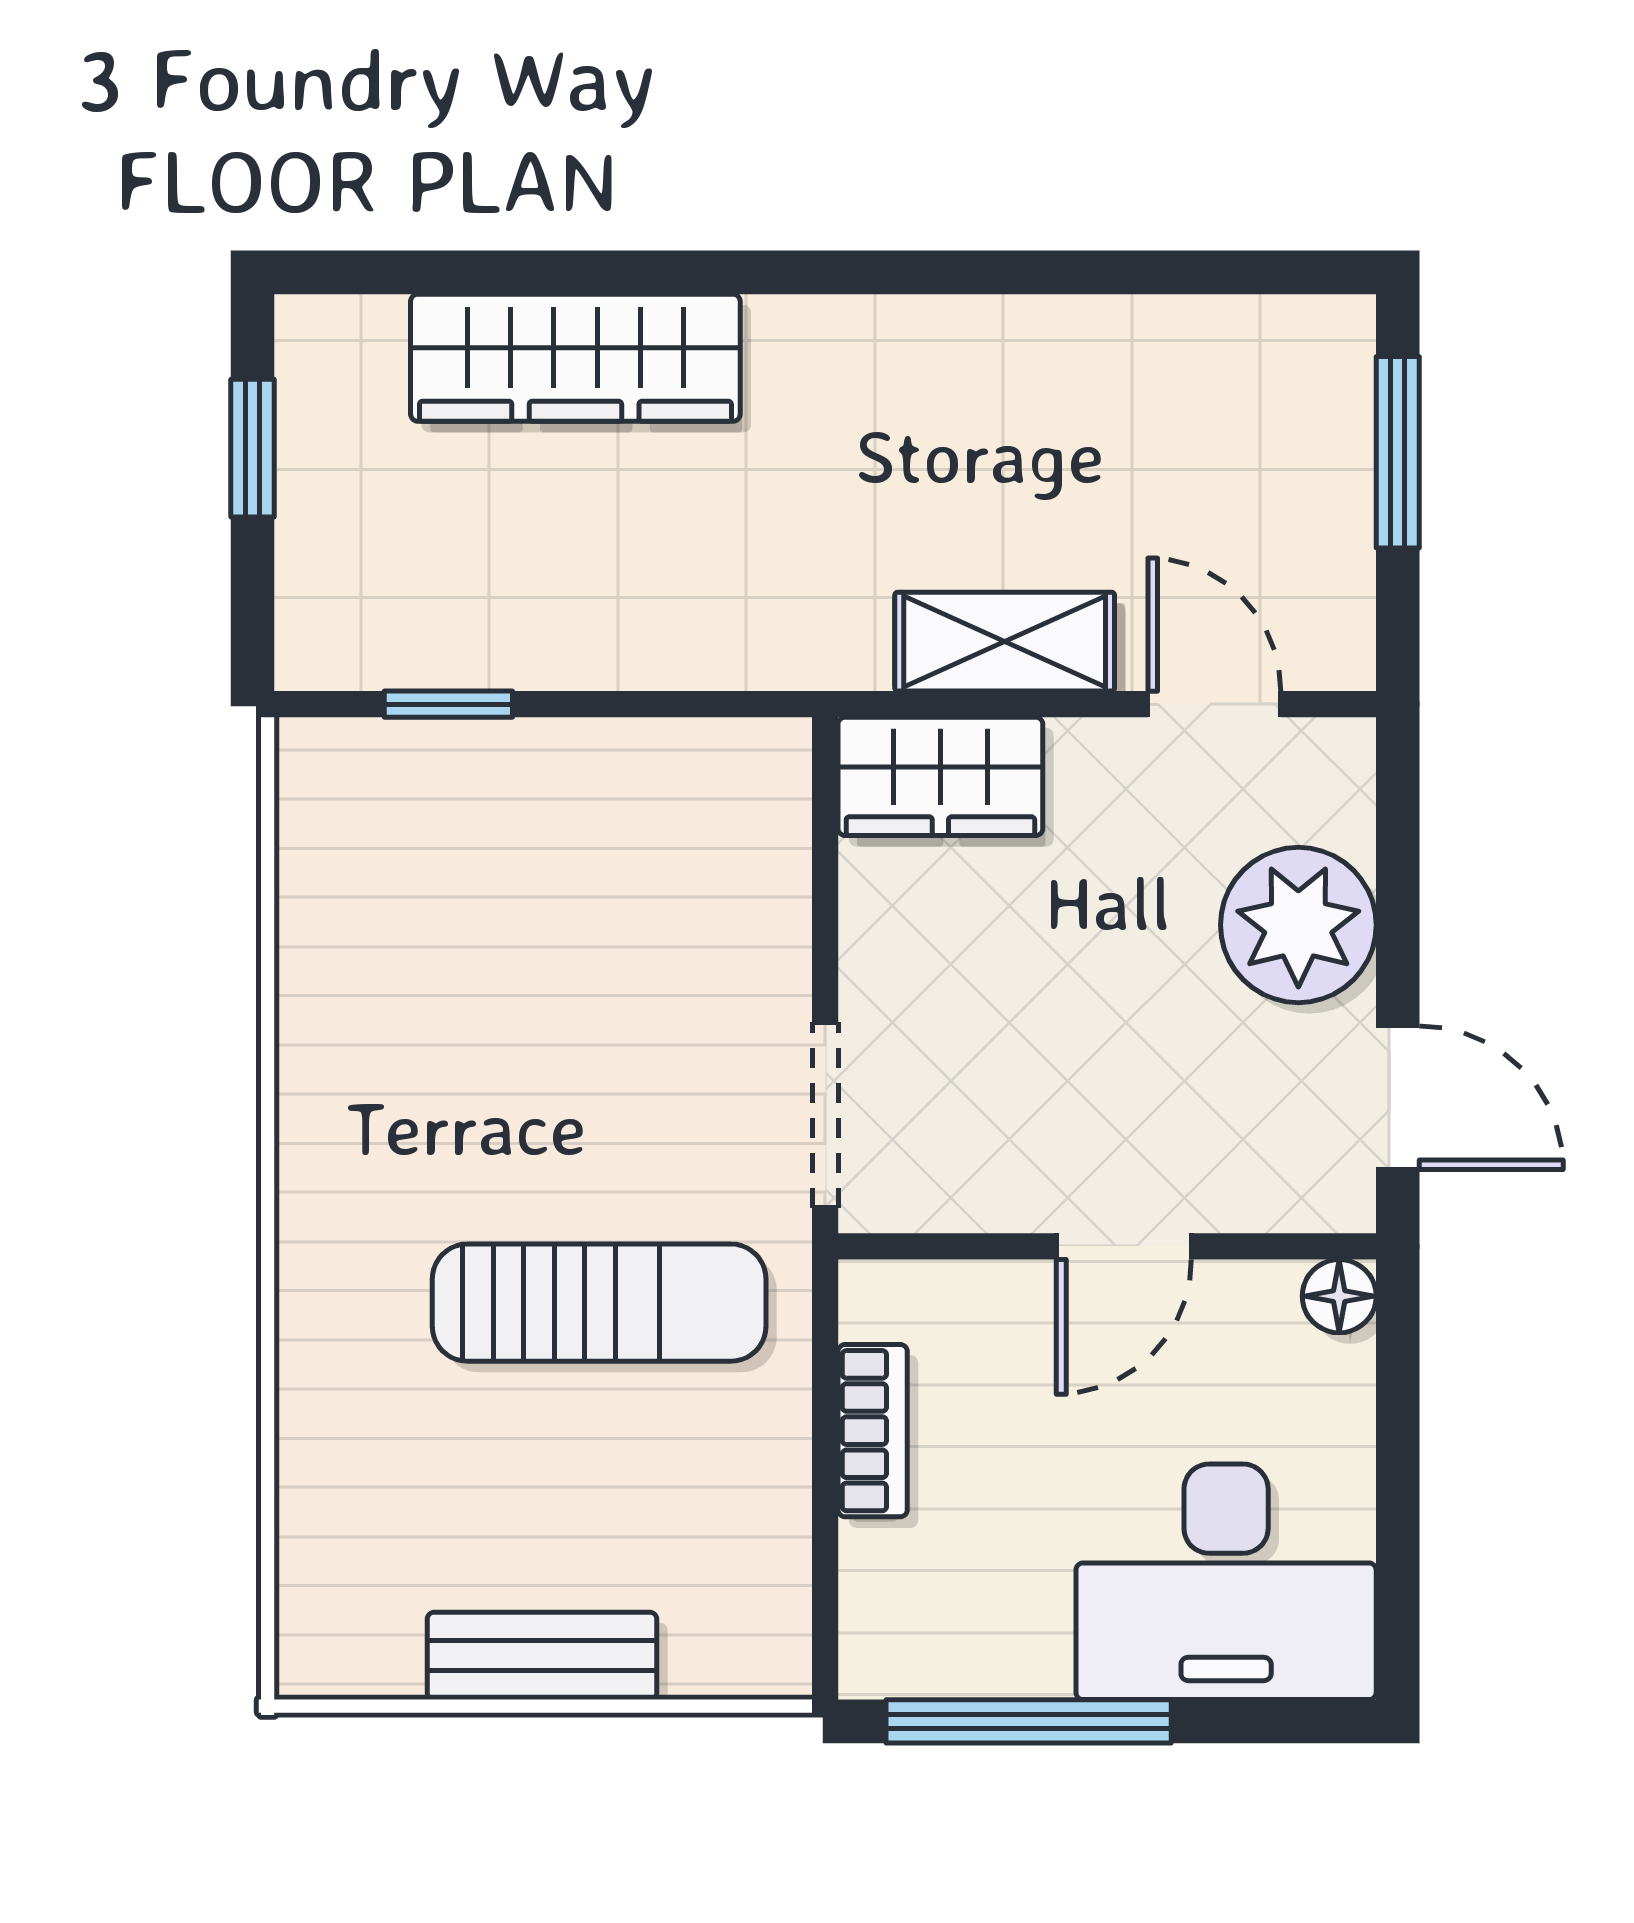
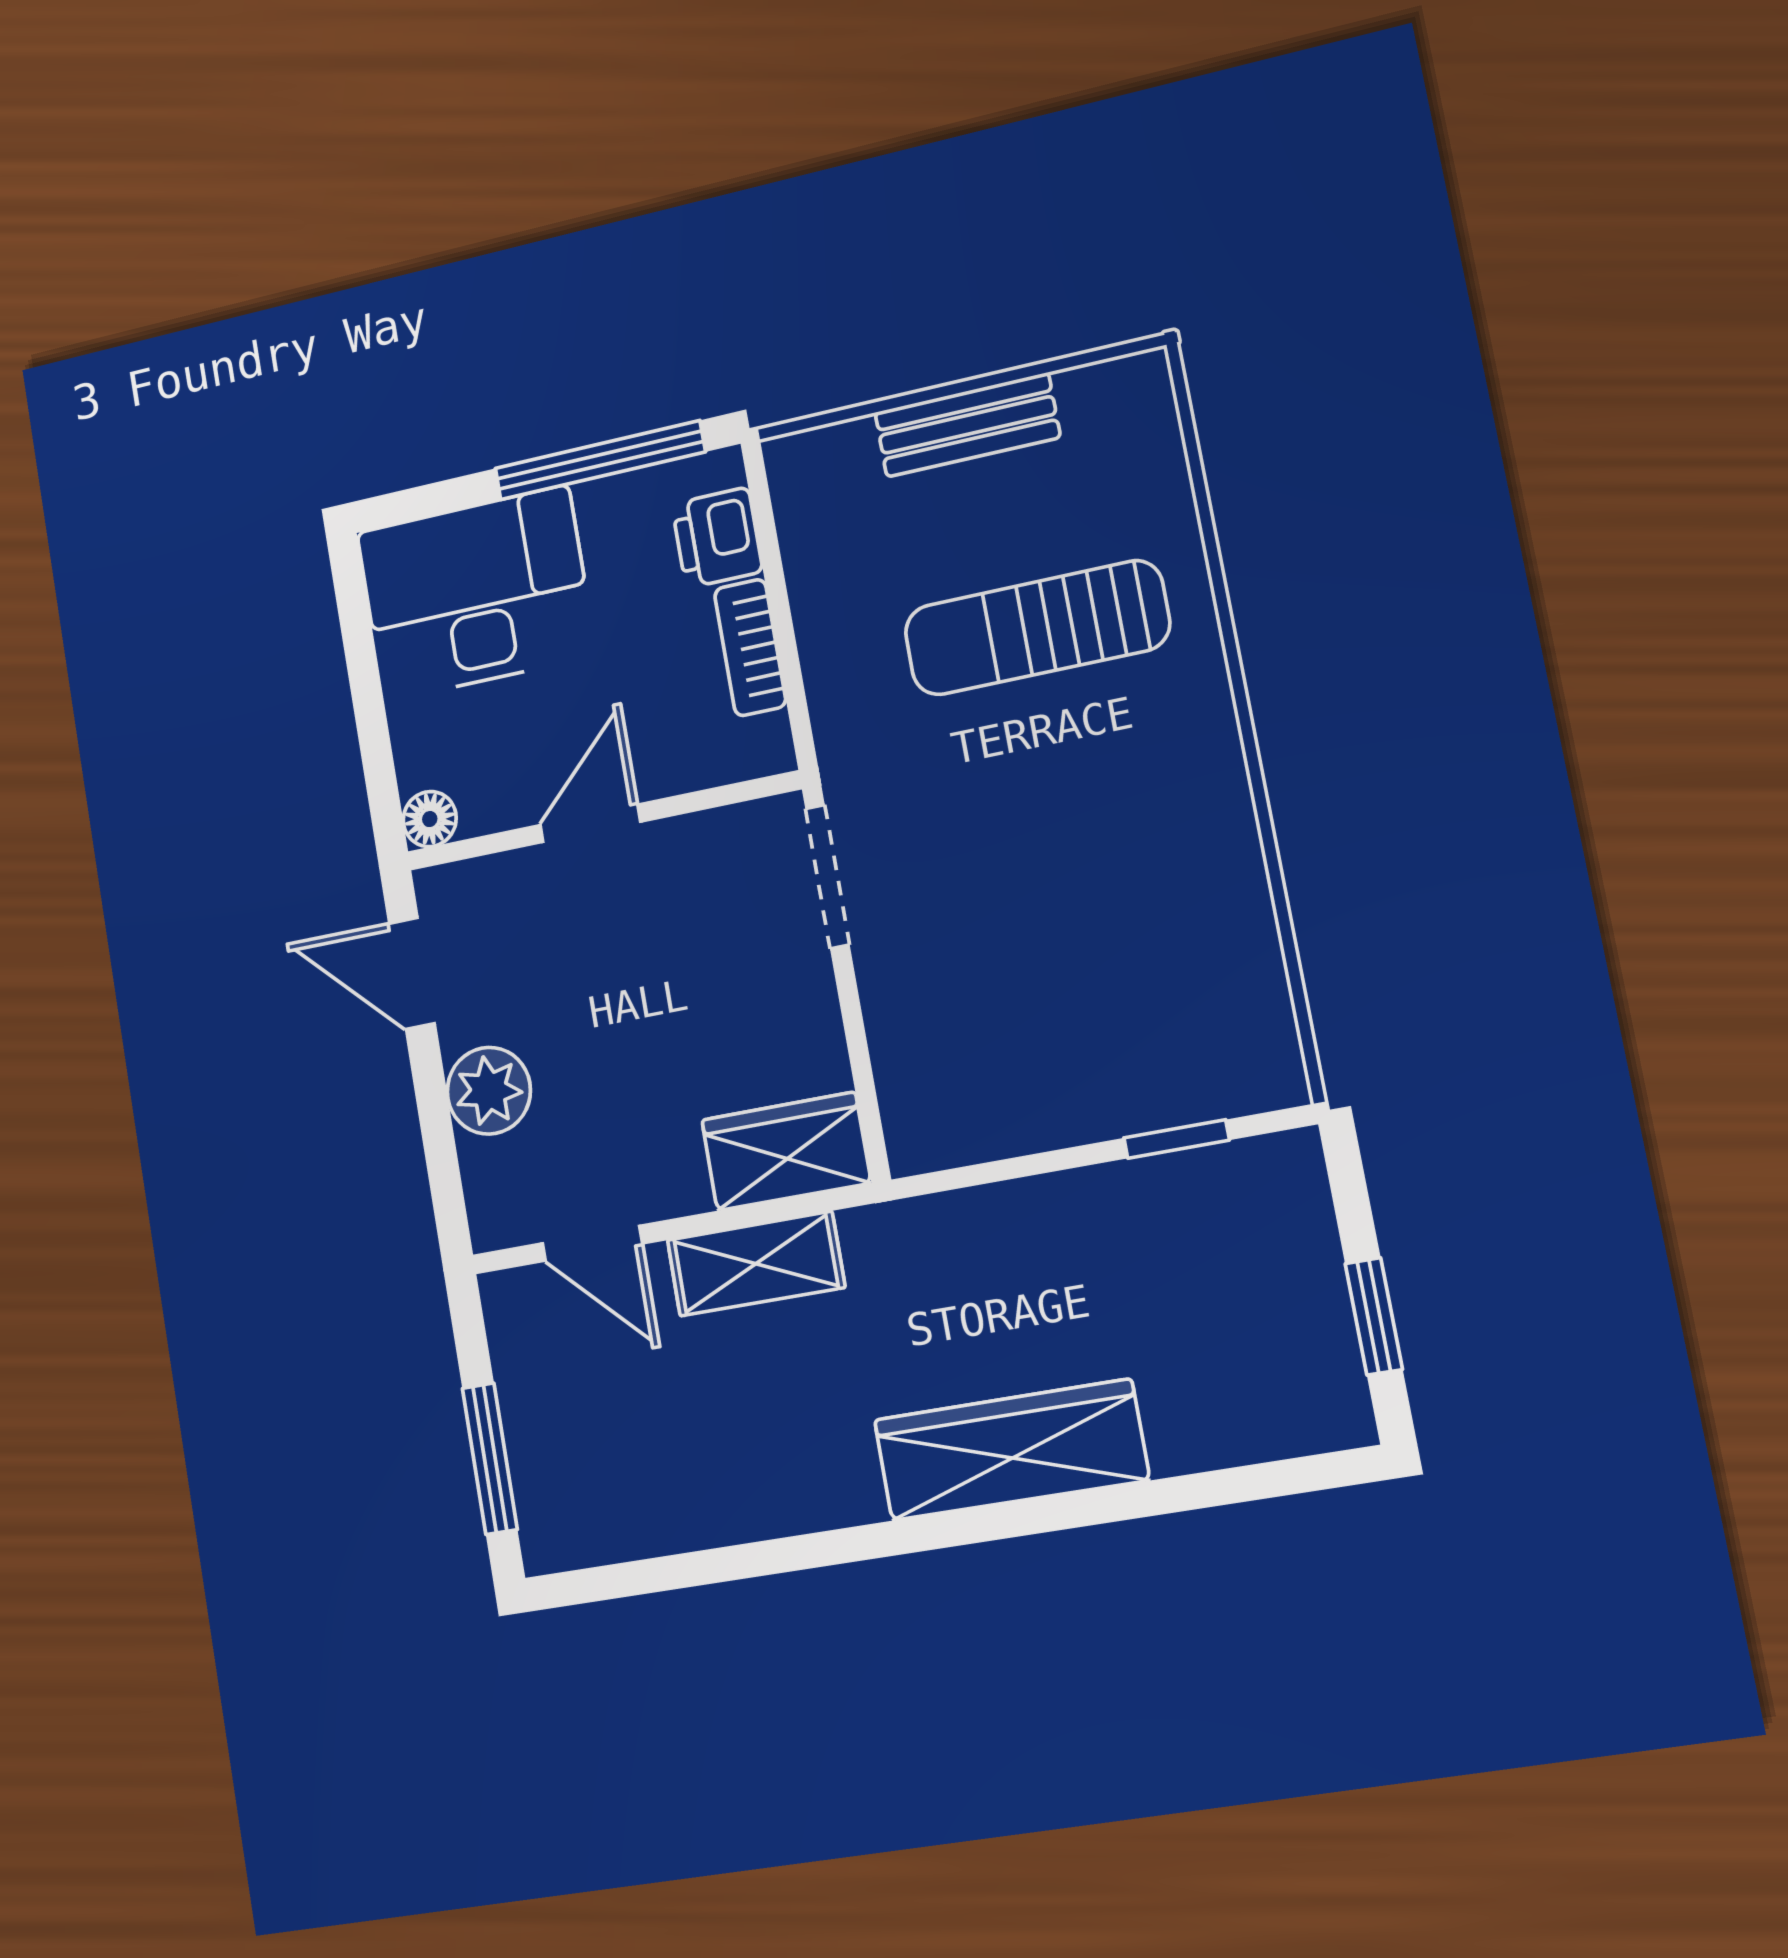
wardrobe: (575, 358) -> (1011, 1450), moved
plant: (1298, 925) -> (489, 1091), width x0.73, depth x0.73
sun lounger: (599, 1303) -> (1037, 628), moved
printer: (891, 1583) -> (717, 538), added

